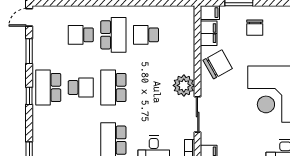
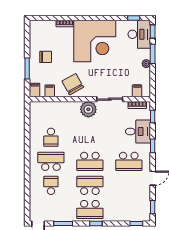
filing cabinet: (209, 33) -> (50, 91), width x0.50
school desk: (81, 35) -> (51, 185), turned 180
school desk: (81, 88) -> (90, 185), width x1.85

